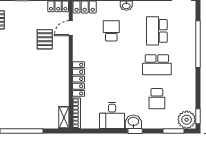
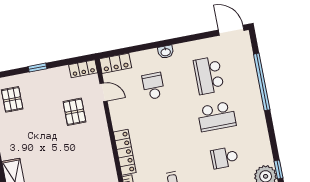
door: (71, 28) -> (104, 92), swing flipped
school desk: (157, 99) -> (225, 158), turned 90

